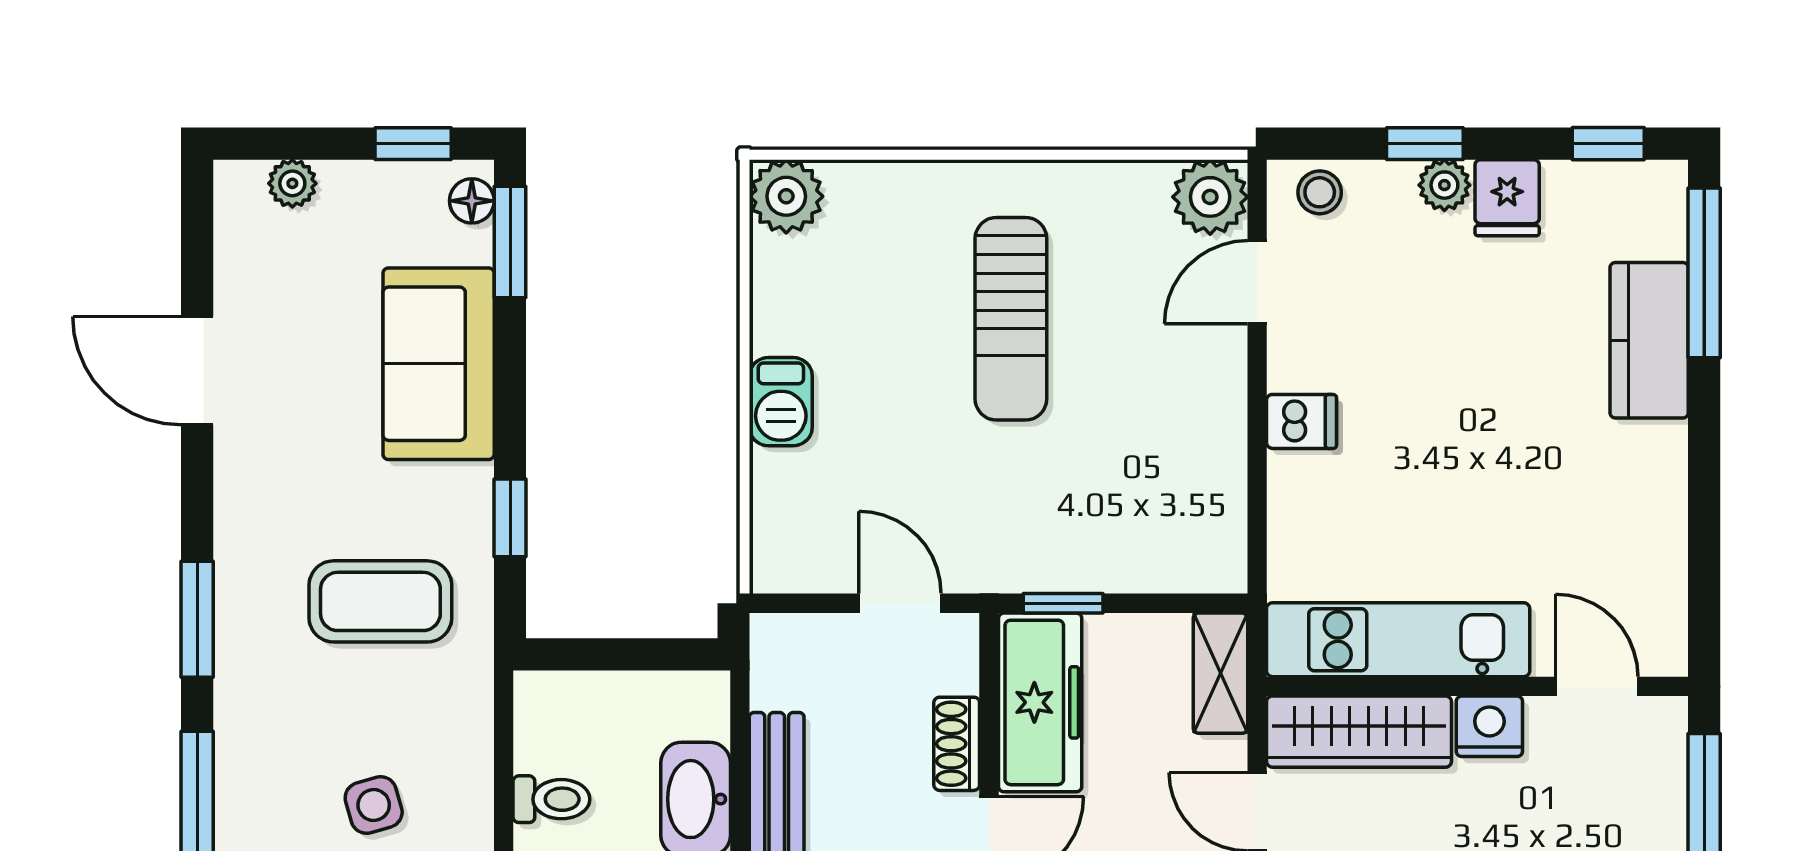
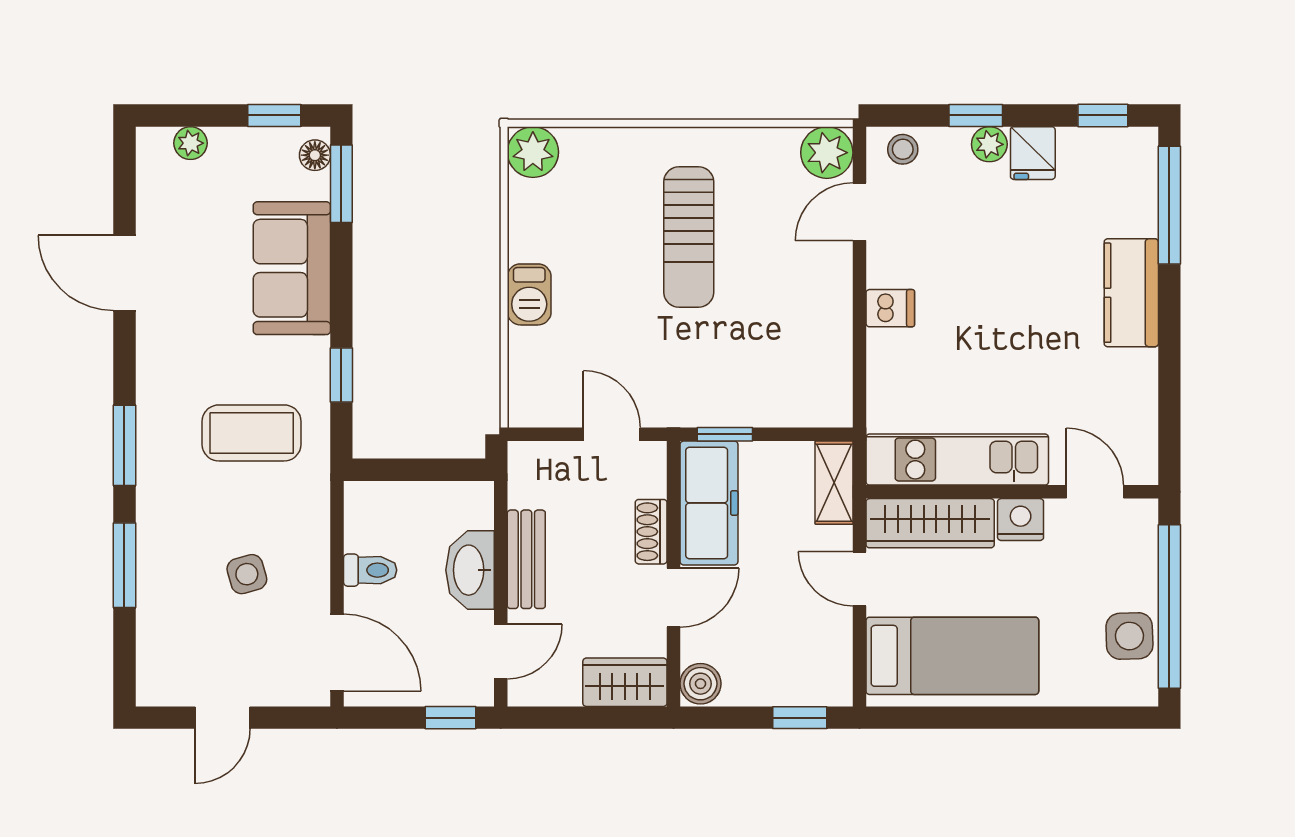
kitchen counter: (1649, 340) -> (1131, 293), moved

